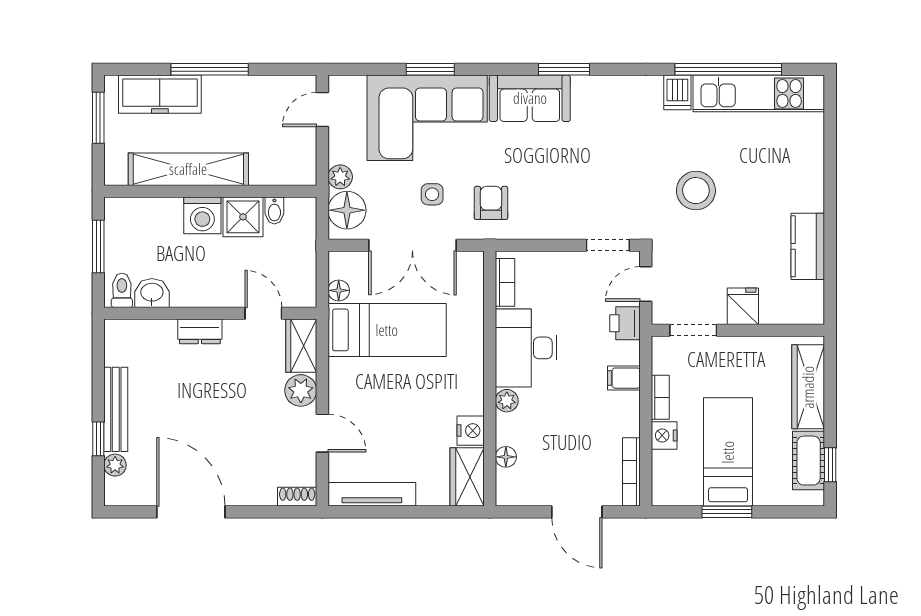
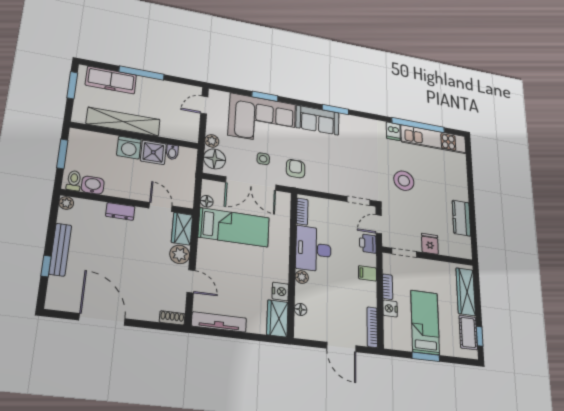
plant: (115, 465) -> (66, 203), moved

